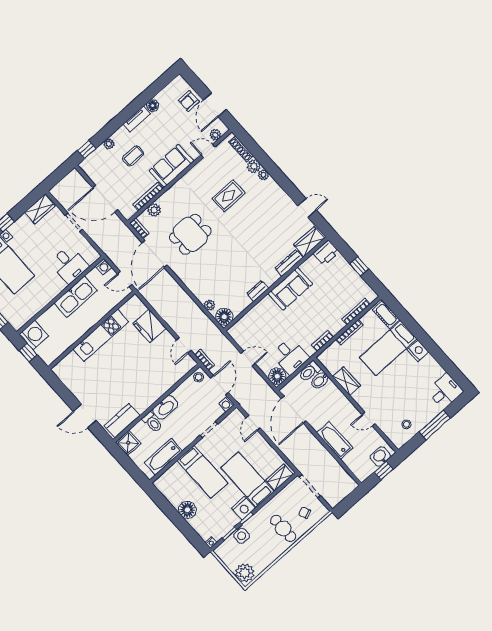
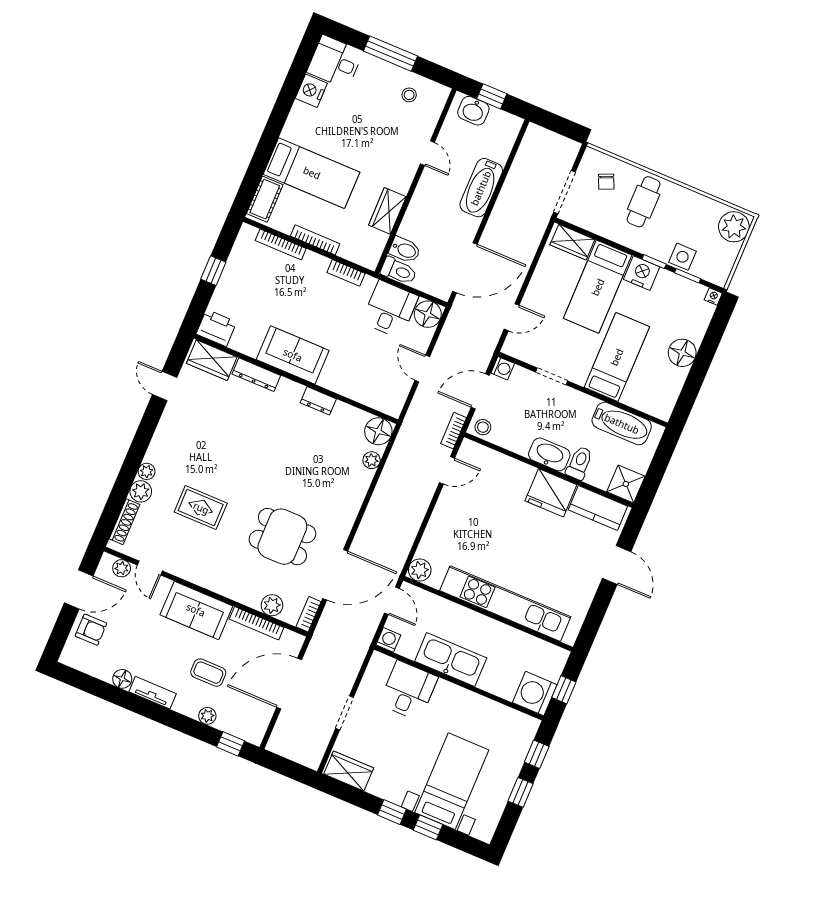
door: (105, 199) -> (289, 684), swing flipped
plant: (135, 303) -> (420, 570), added
fridge: (149, 326) -> (551, 493), moved, turned 90
kitchen unit: (101, 335) -> (505, 604), width x1.36
nightstand: (418, 351) -> (311, 91), moved

